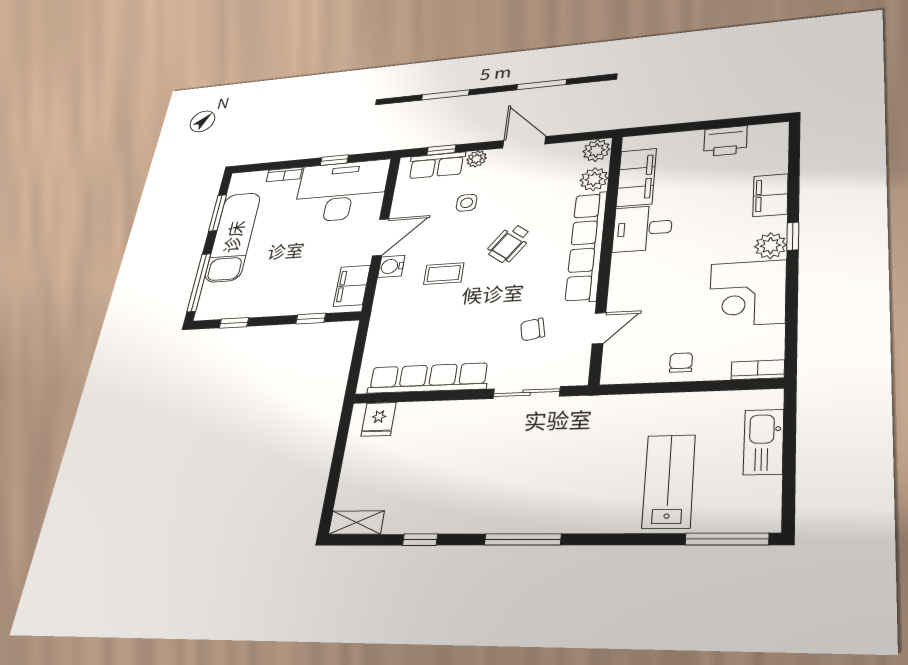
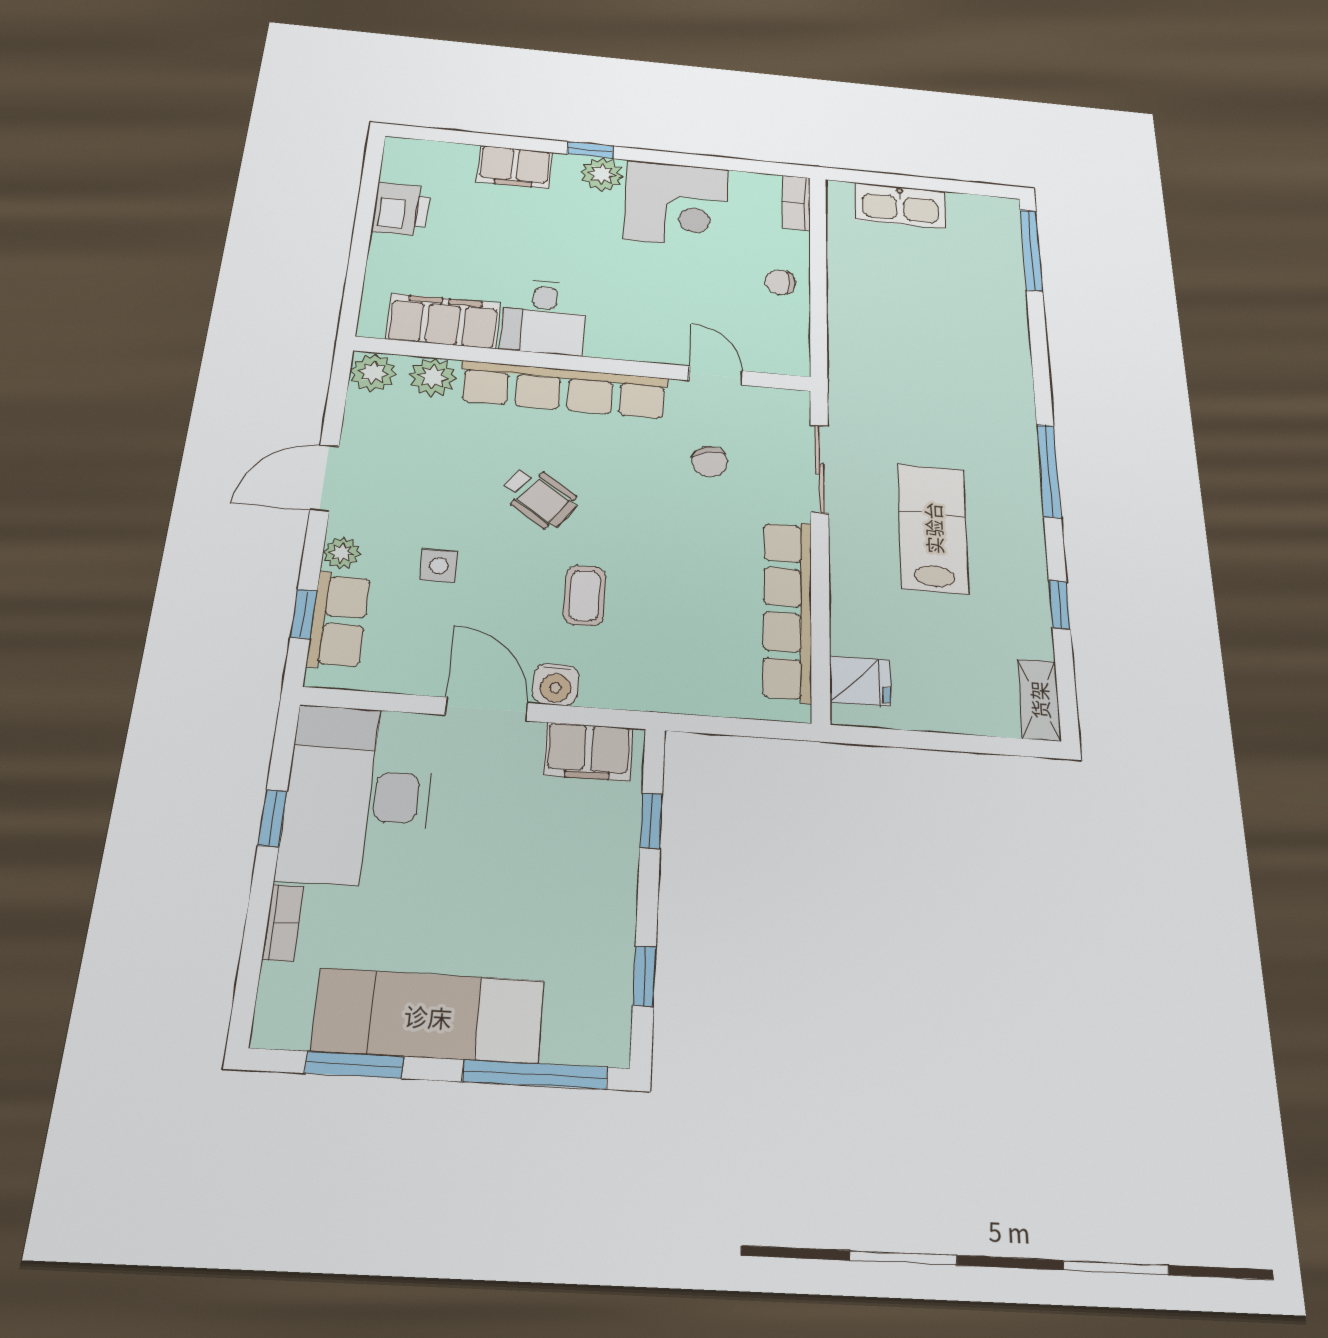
lab bench: (669, 481) -> (933, 528), moved, turned 90

